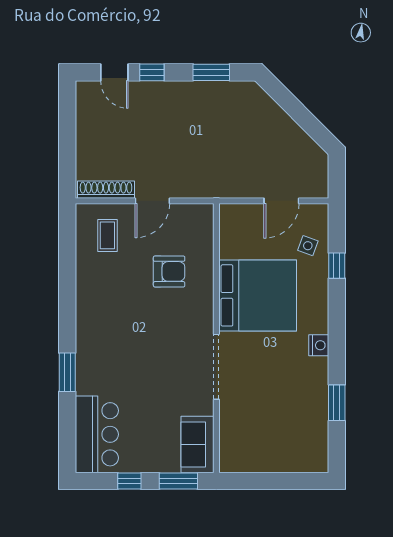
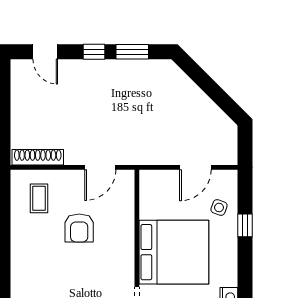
window: (152, 72) -> (94, 52), moved
door: (152, 201) -> (100, 167), moved
armchair: (169, 271) -> (79, 228), moved, turned 90

